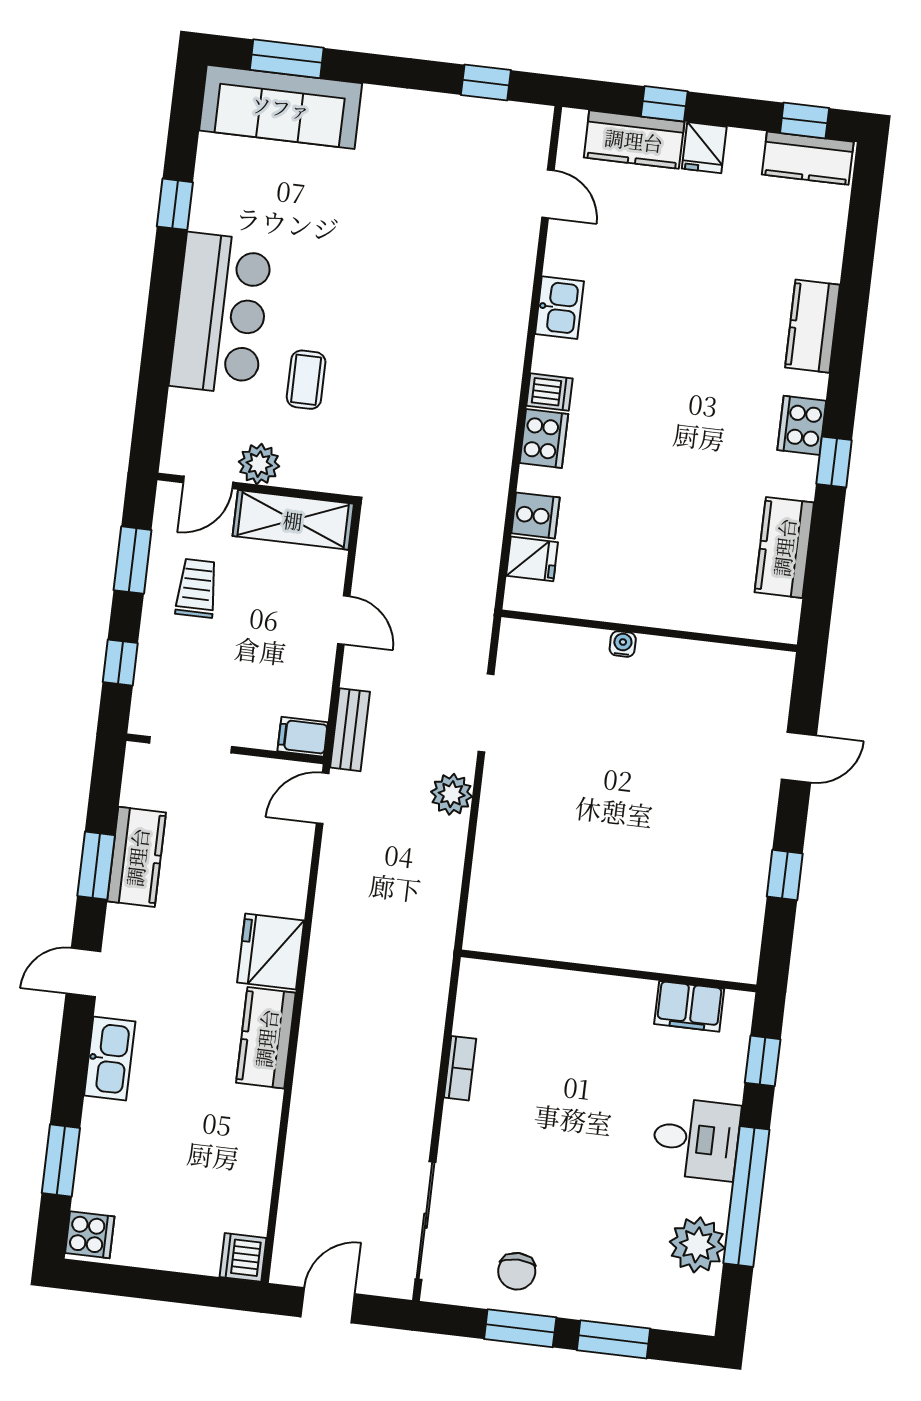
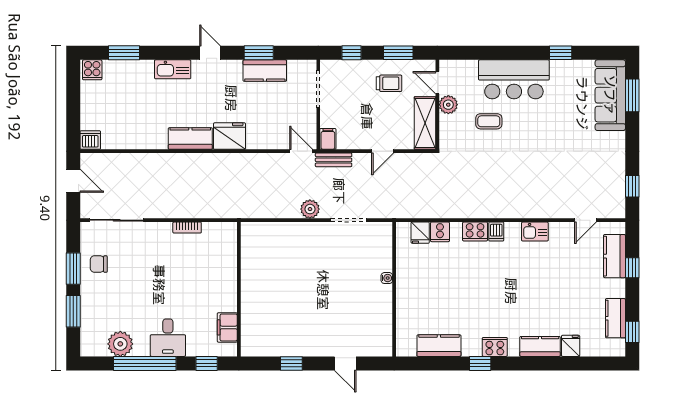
fridge: (704, 148) -> (571, 346), moved, turned 90
kitchen counter: (808, 158) -> (615, 318), moved

